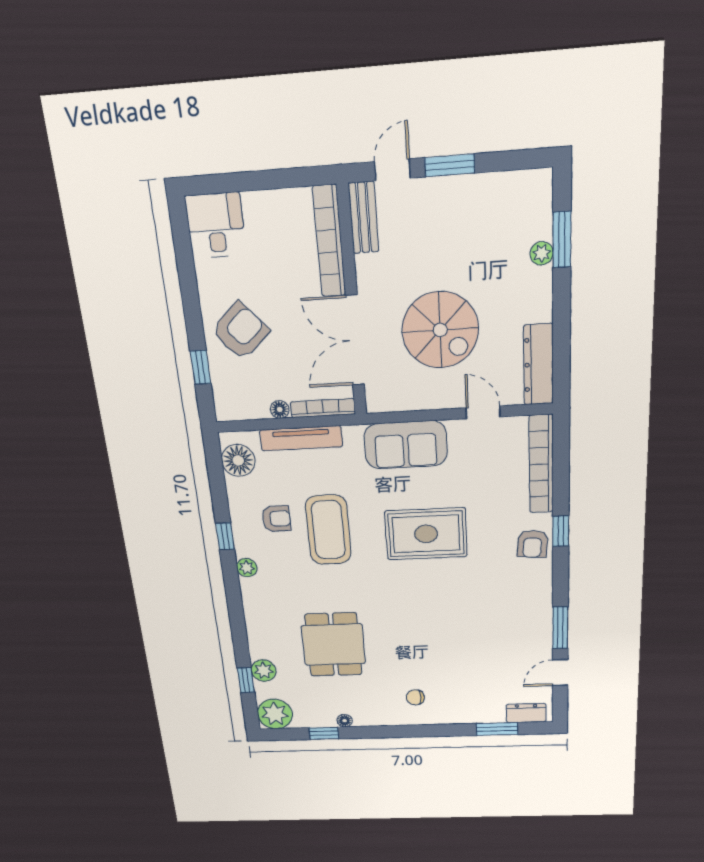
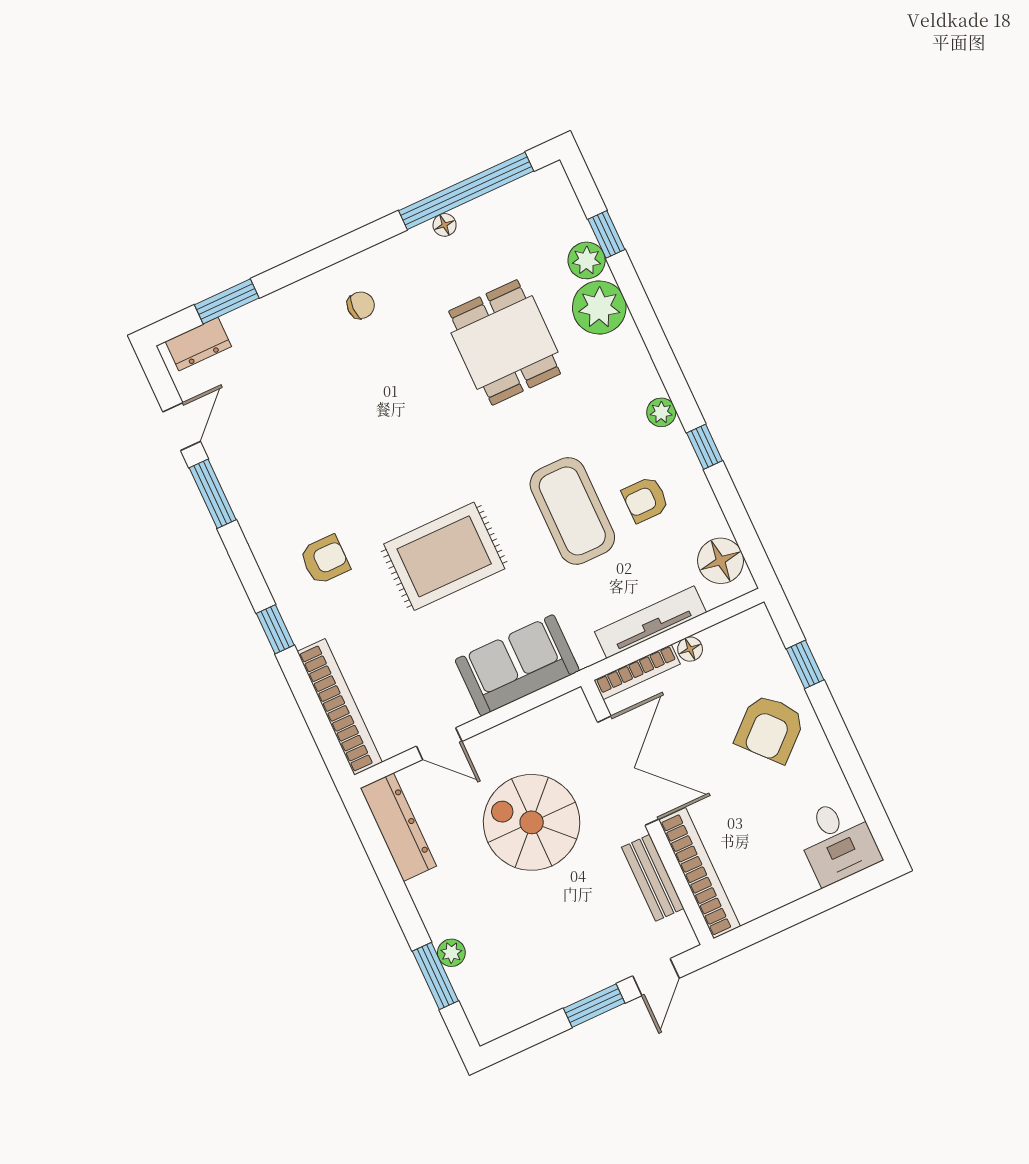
bench: (364, 218) -> (653, 878), moved
armchair: (533, 544) -> (325, 560), moved, turned 85
plant: (275, 714) -> (599, 307), moved
window: (324, 733) -> (466, 191), width x3.17

